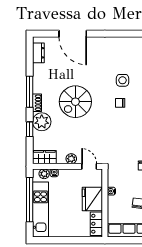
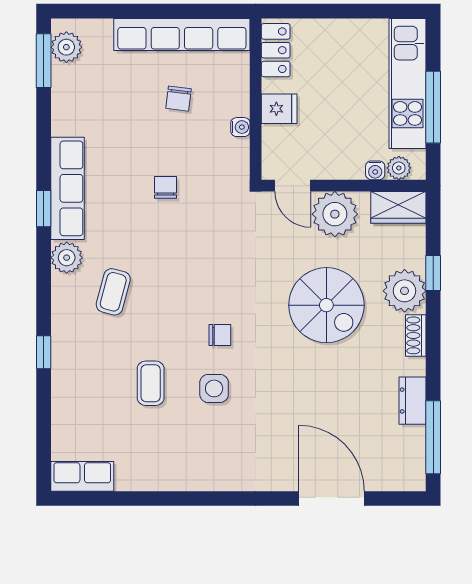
dresser: (38, 53) -> (413, 401), moved
window: (30, 92) -> (433, 437), moved
spiral stairs: (75, 102) -> (326, 305), moved, turned 90
plant: (71, 159) -> (335, 214), width x1.87, depth x1.87
fridge: (92, 199) -> (279, 109), width x0.53, depth x0.75
window: (30, 200) -> (433, 107), width x0.68

